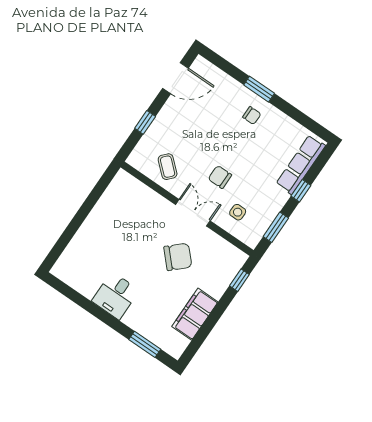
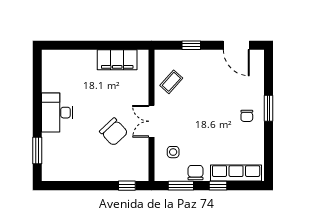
chair: (220, 177) -> (196, 173), moved
double door: (193, 213) -> (151, 121), swing flipped
desk: (116, 296) -> (57, 113), width x1.37
filing cabinet: (195, 314) -> (117, 60), moved, turned 180

